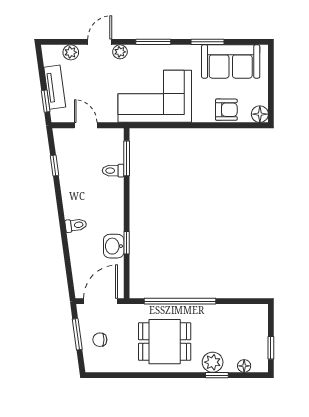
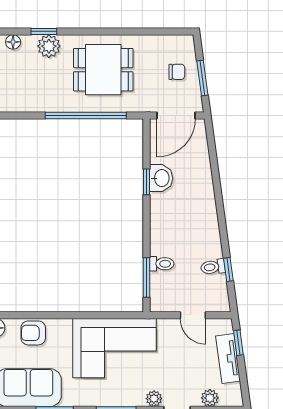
toilet: (76, 225) -> (213, 267), moved

